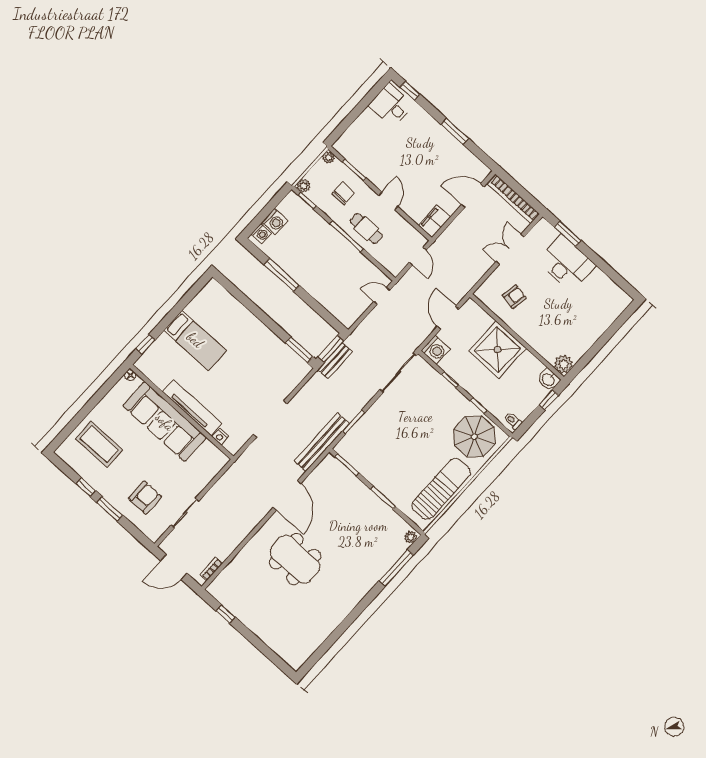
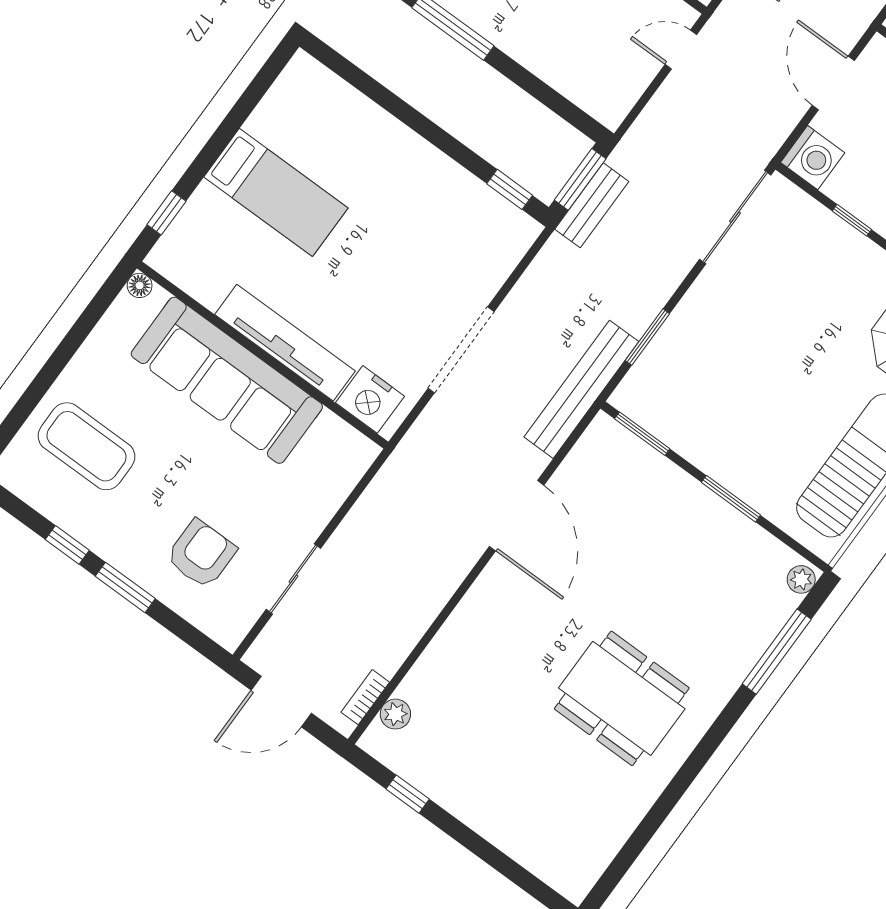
window: (299, 350) -> (510, 189), width x0.67
nightstand: (220, 437) -> (370, 399), width x1.89, depth x1.79
dining table: (295, 559) -> (622, 698), moved
plant: (224, 578) -> (395, 714), added

